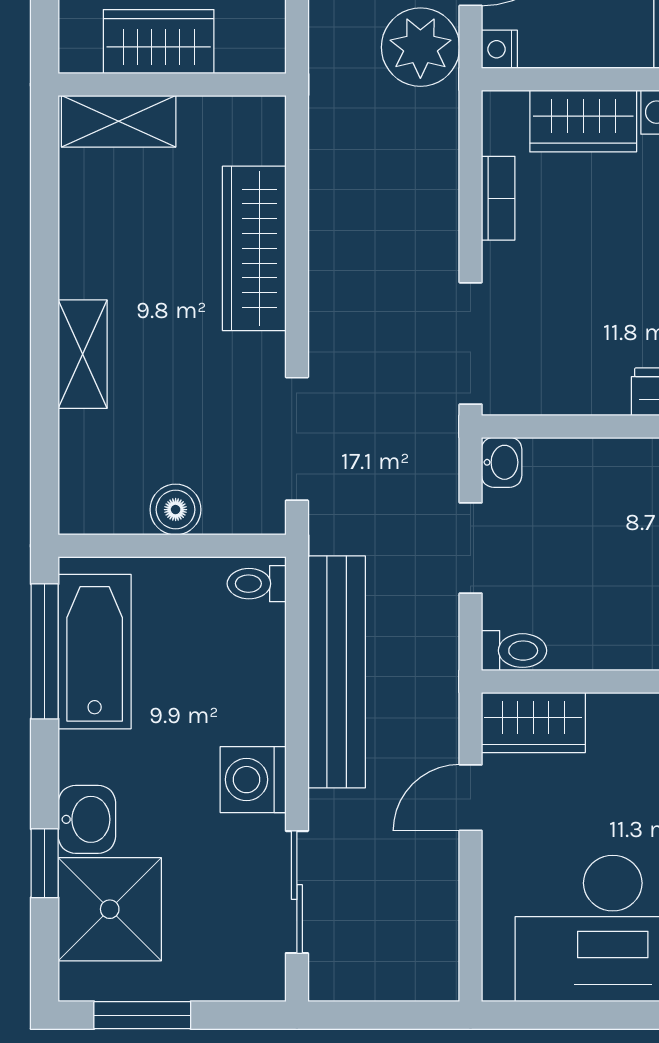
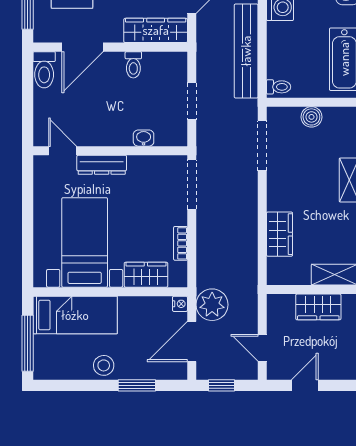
wardrobe: (254, 248) -> (280, 234), width x0.67
washbasin: (502, 462) -> (144, 138), moved, turned 90
toilet: (514, 651) -> (133, 65), moved, turned -90
wardrobe: (533, 722) -> (156, 30), width x1.50

